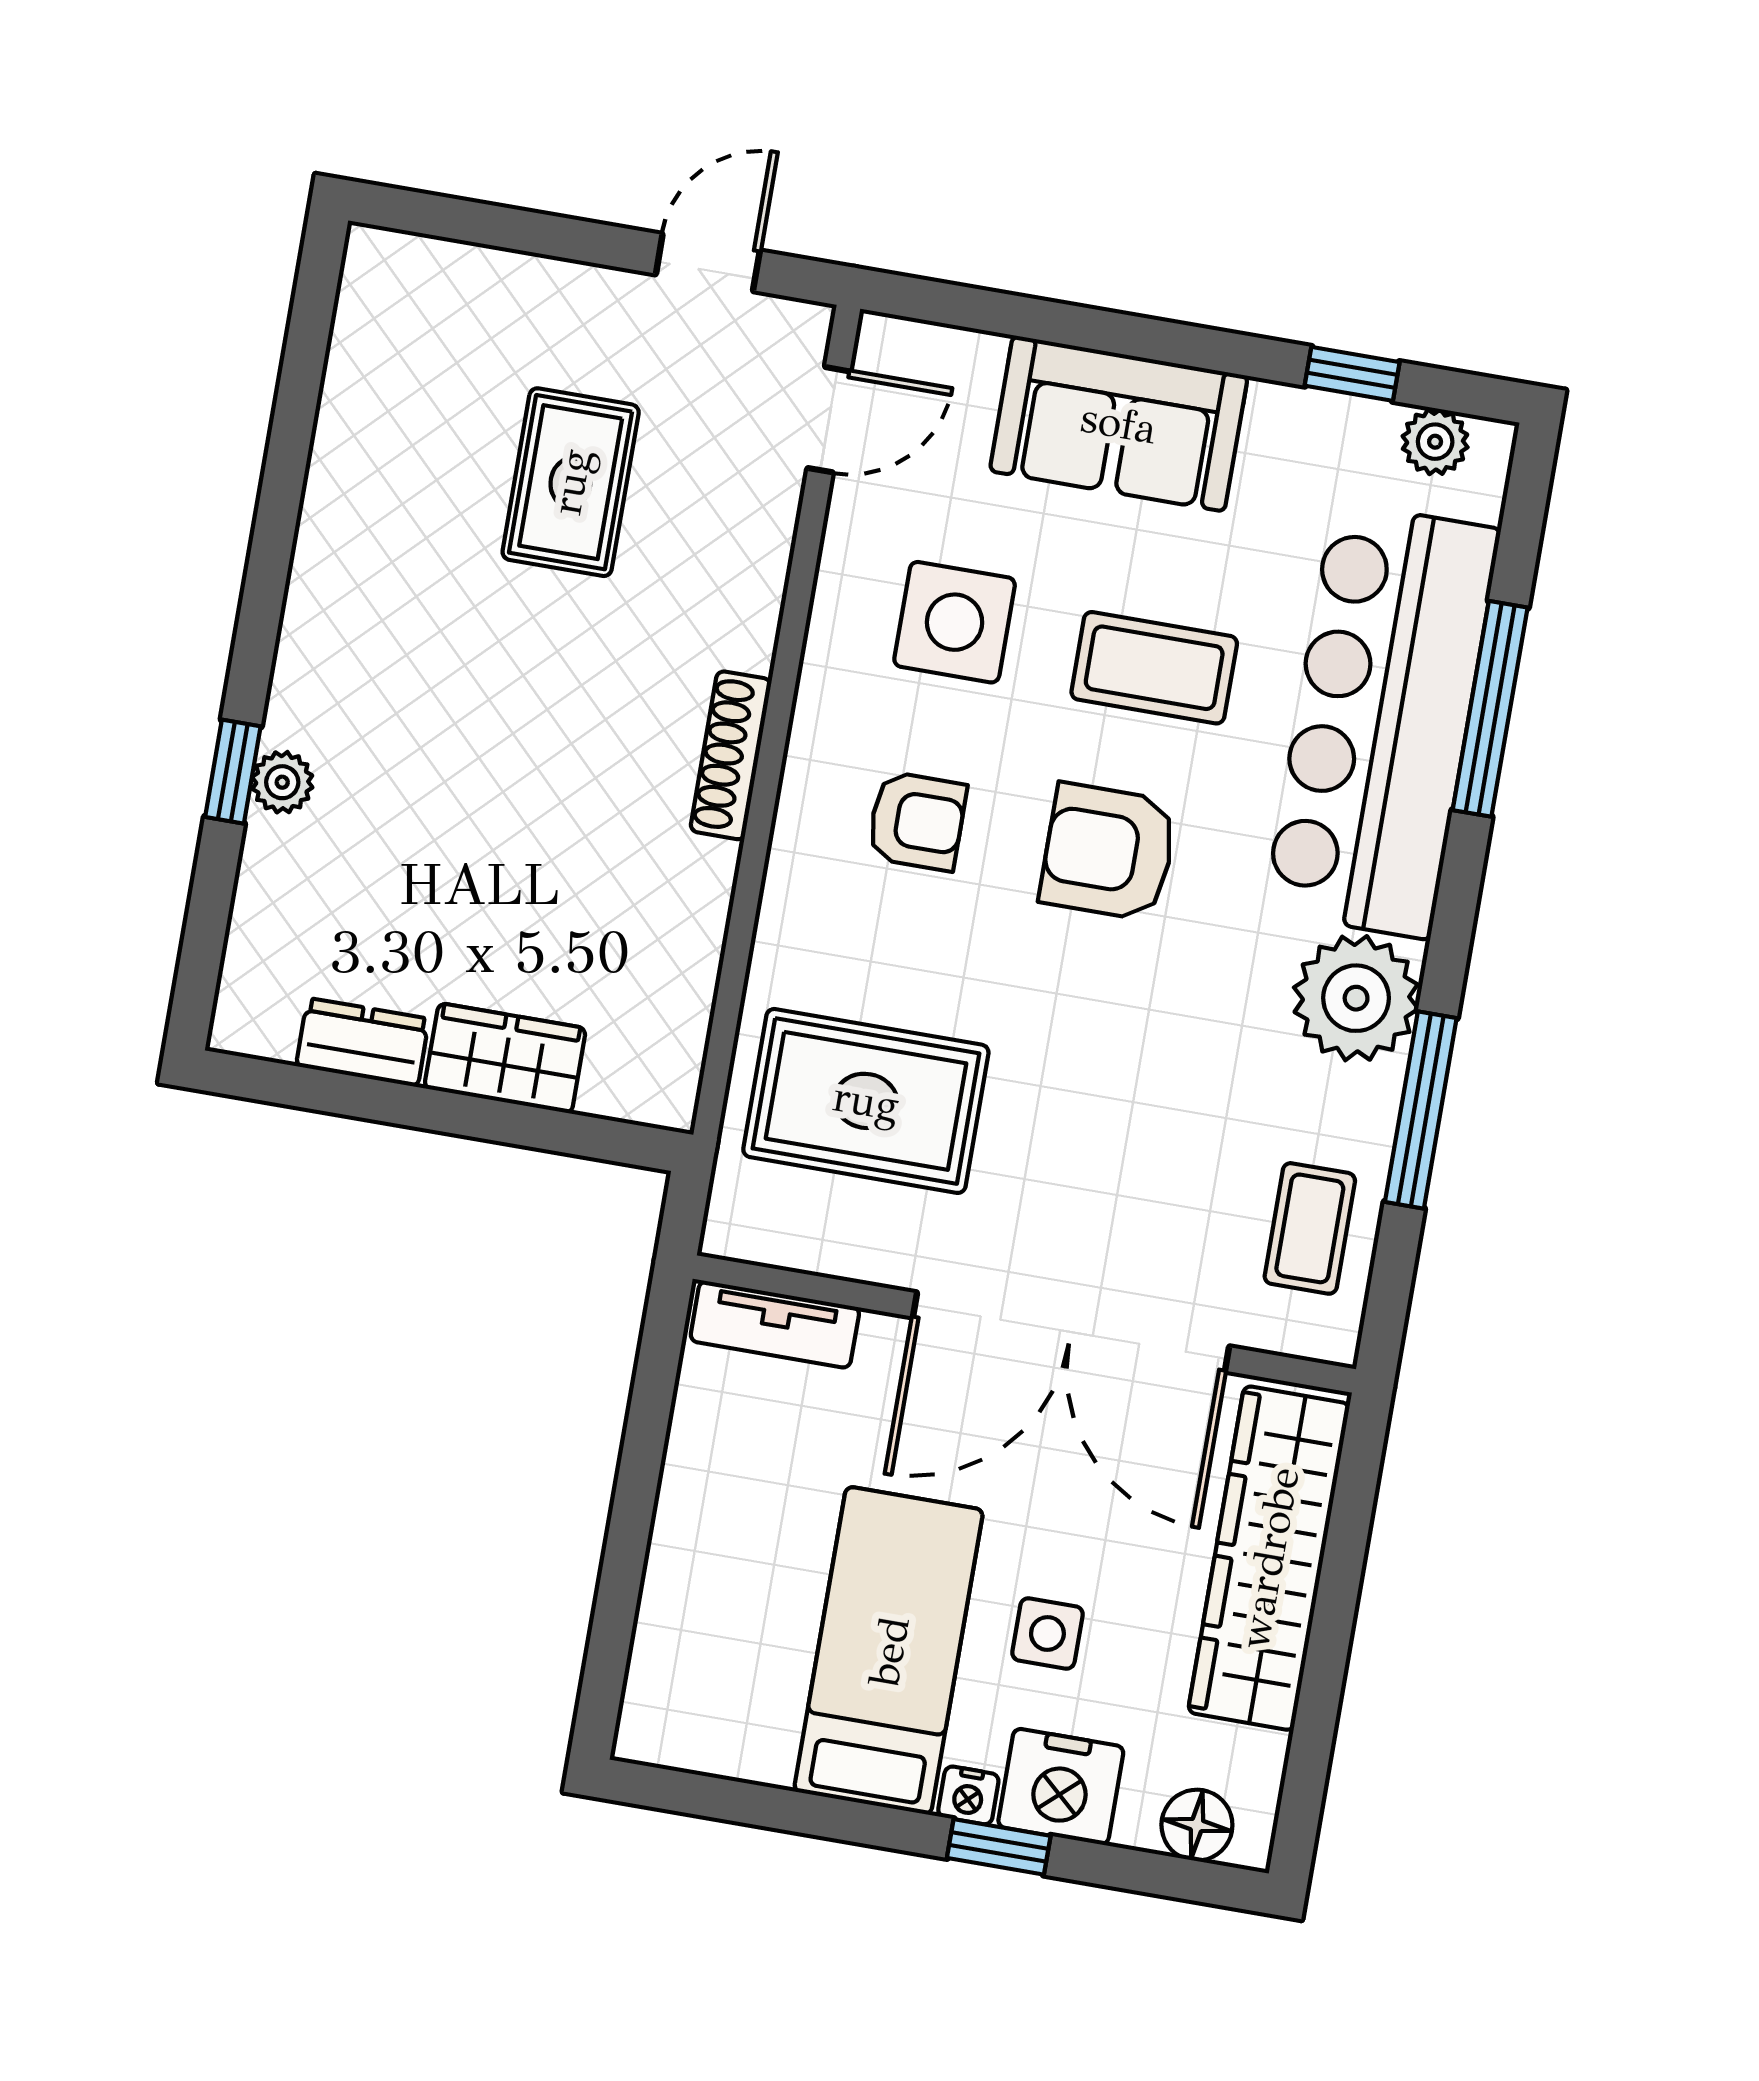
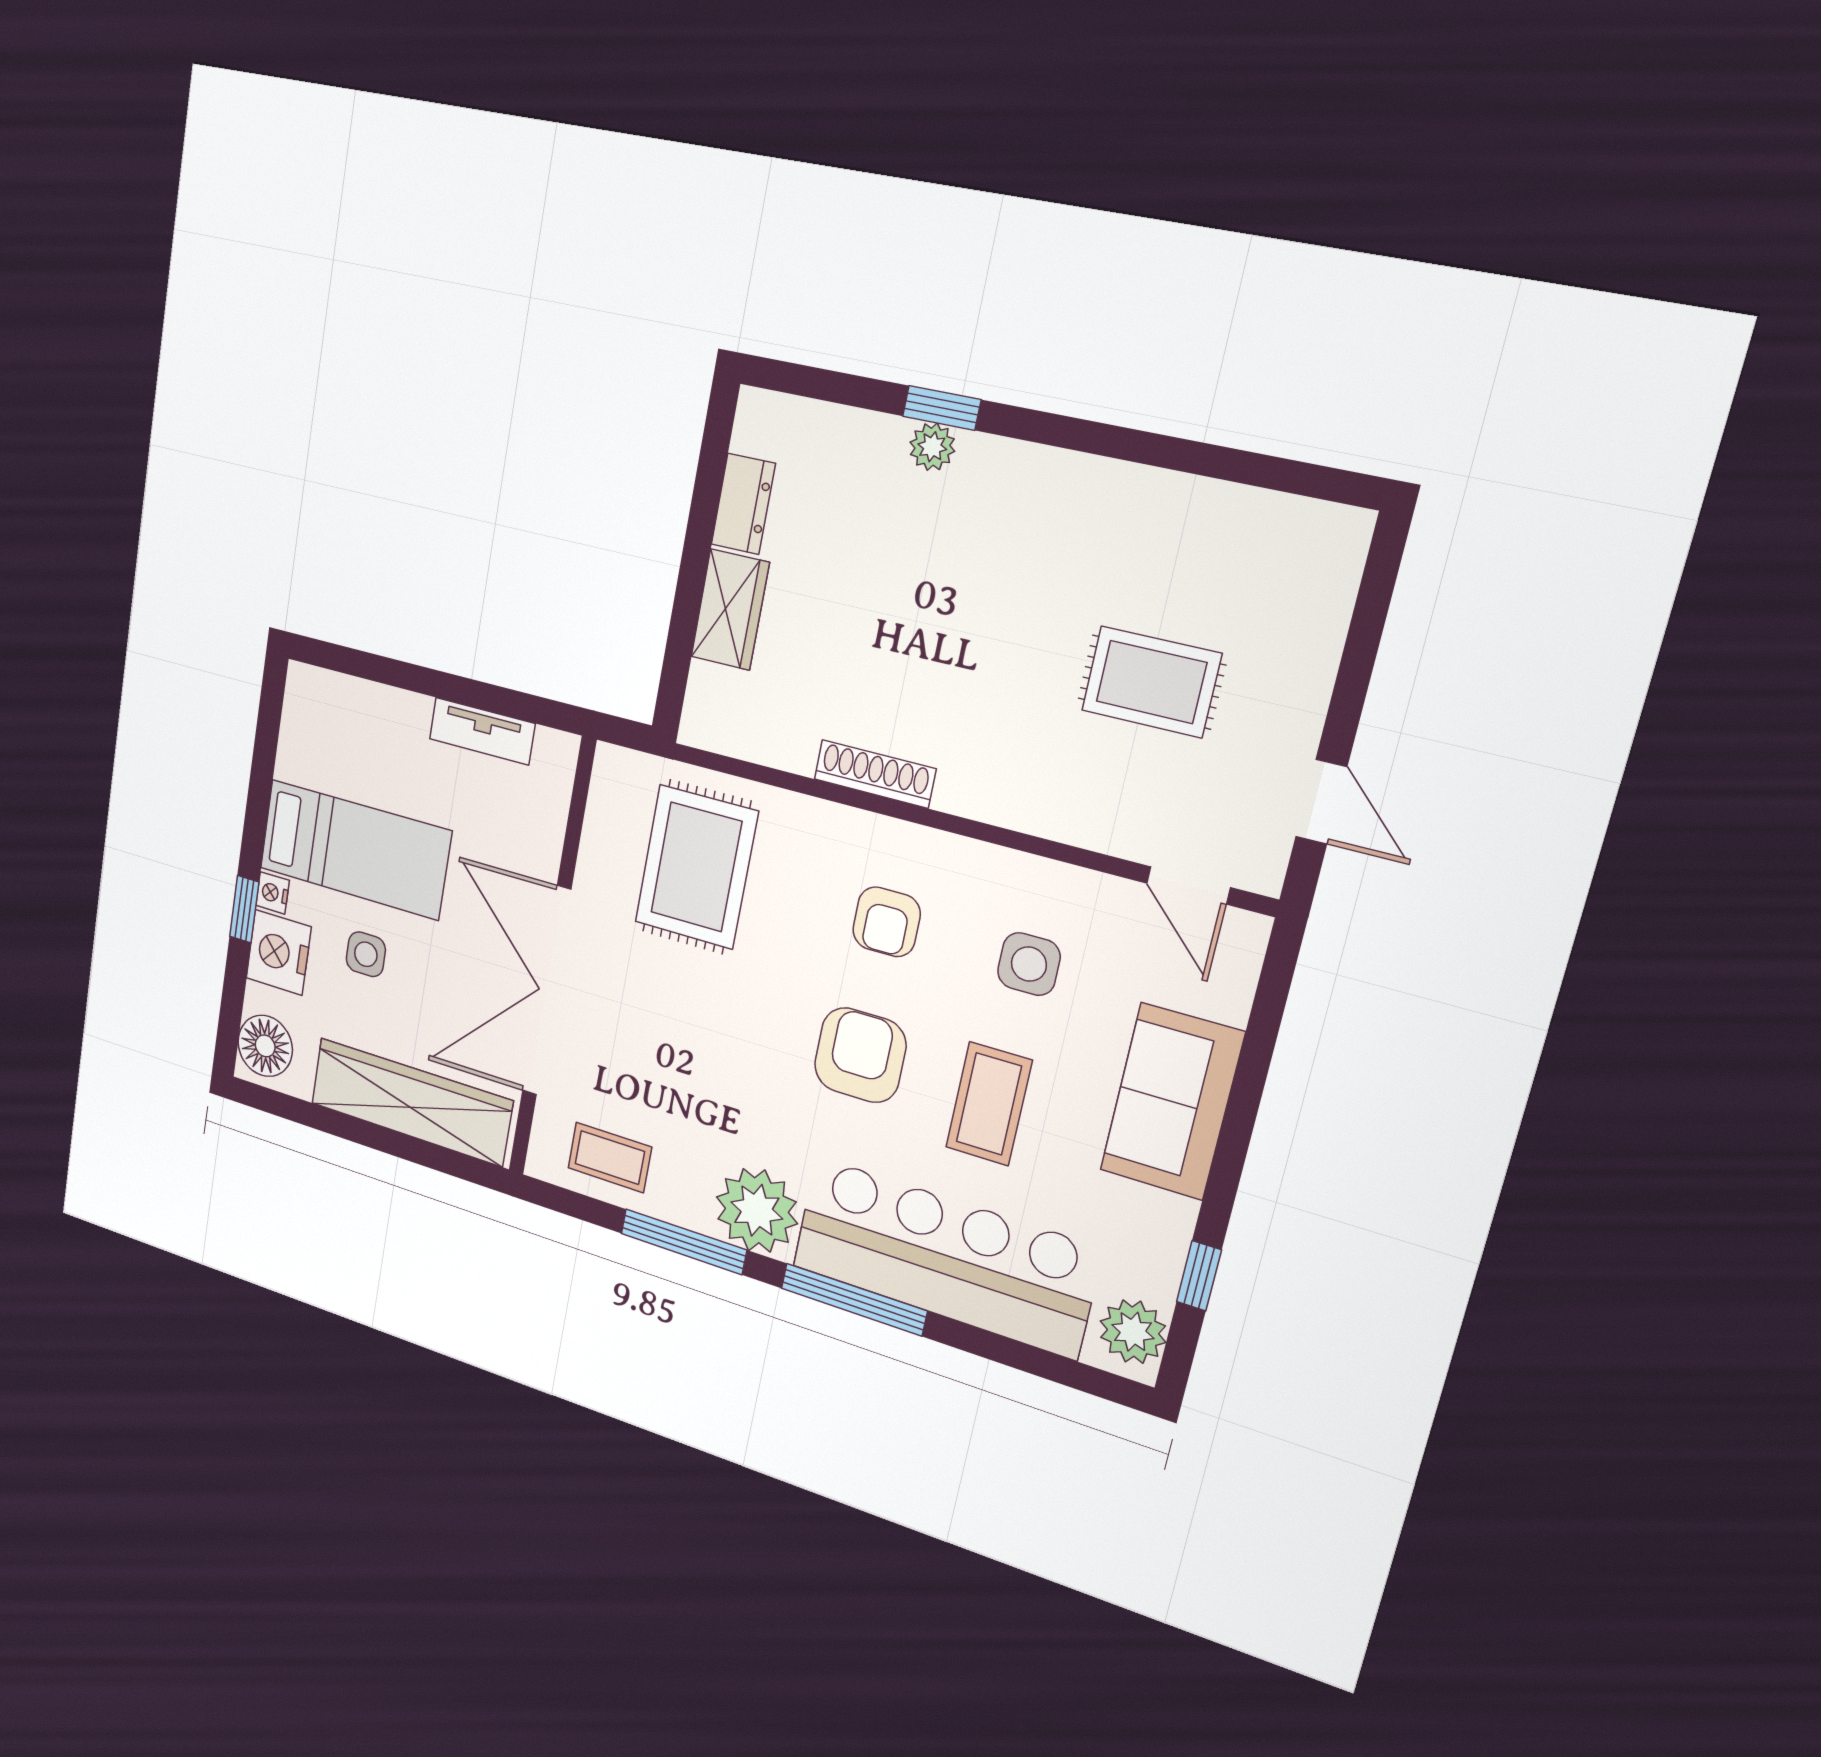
plant: (1435, 442) -> (1133, 1332), width x1.38, depth x1.38
side table: (955, 622) -> (1029, 964), width x0.73, depth x0.73
window: (1490, 709) -> (854, 1300), moved
shoe rack: (731, 755) -> (875, 774), moved
tv unit: (775, 1324) -> (482, 731), moved, turned -90
floor lamp: (1197, 1825) -> (265, 1046), width x1.38, depth x1.38

